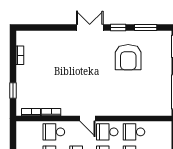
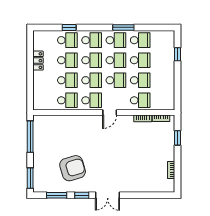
armchair: (128, 57) -> (73, 168), turned 73
door: (87, 119) -> (110, 112), swing flipped

